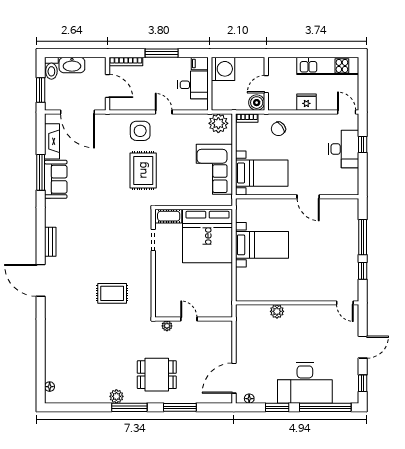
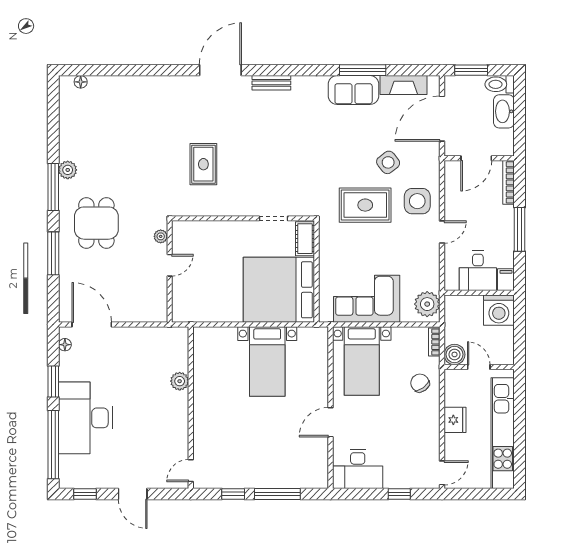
kitchen unit: (328, 66) -> (503, 433), width x1.36
desk: (344, 149) -> (358, 469), moved
side table: (111, 153) -> (388, 162), added

